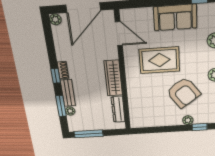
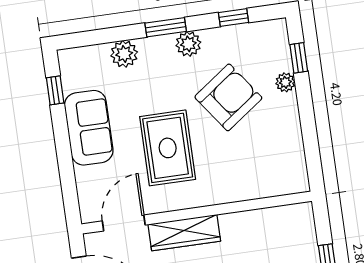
wardrobe: (113, 78) -> (184, 233), moved
dresser: (118, 109) -> (271, 217), removed

